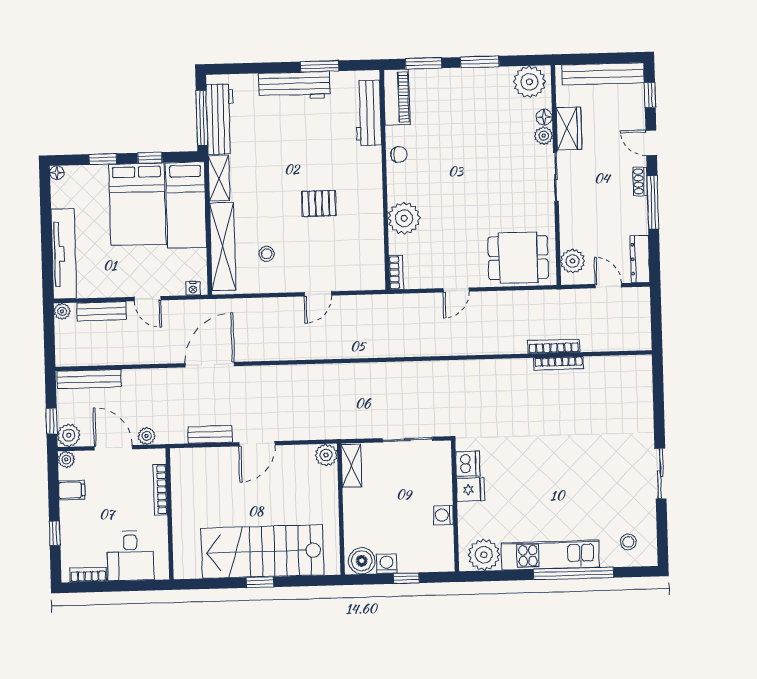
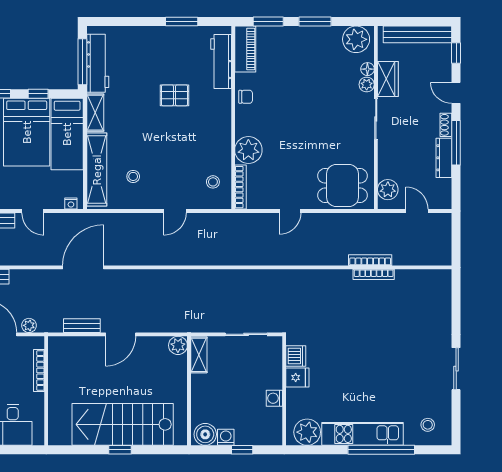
workbench: (294, 86) -> (160, 37), removed
pallet: (319, 203) -> (174, 95), moved
stool: (363, 258) -> (213, 182), added
dresser: (640, 259) -> (444, 158), moved
bookcase: (396, 273) -> (240, 187), width x1.56

